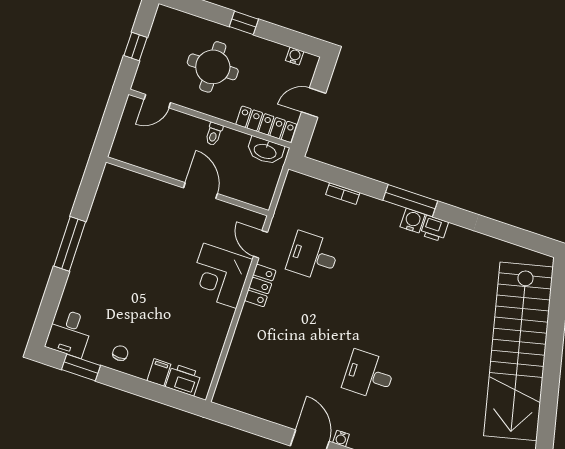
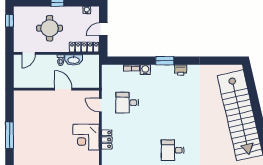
window: (135, 47) -> (9, 21), moved
washbasin: (265, 151) -> (74, 60), moved
window: (410, 201) -> (165, 61), width x0.69
water cooler: (413, 221) -> (145, 70), moved
corner desk: (220, 276) -> (86, 137), moved
locker: (260, 285) -> (107, 139), moved

